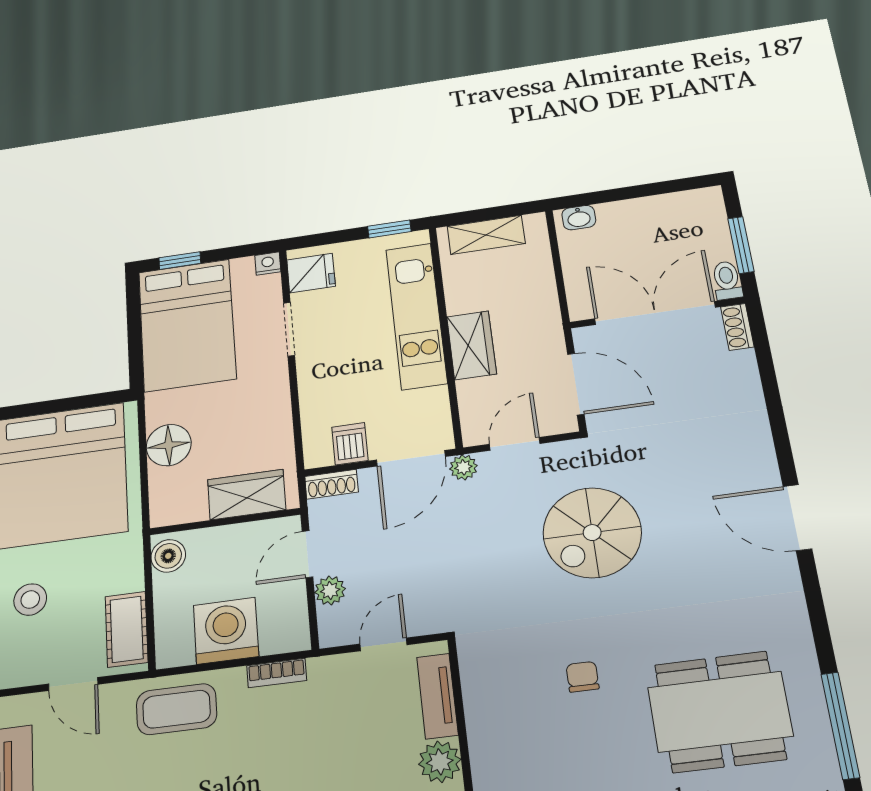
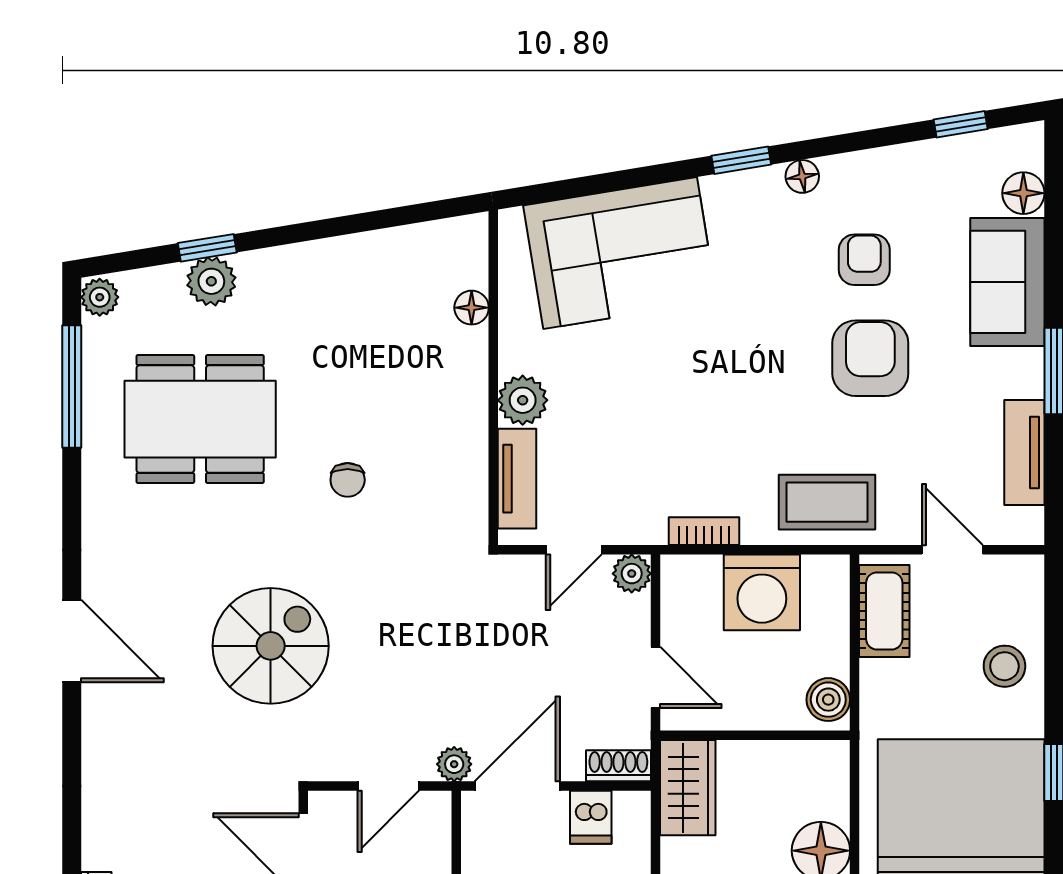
wardrobe: (247, 495) -> (688, 788), moved, turned -90
spiral stairs: (592, 533) -> (271, 646), moved
door: (308, 554) -> (655, 677), hinge flipped
plant: (330, 590) -> (632, 574), moved

